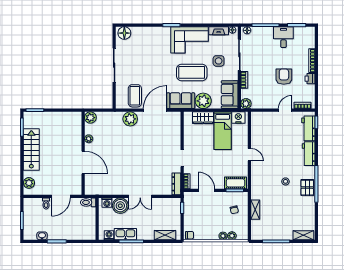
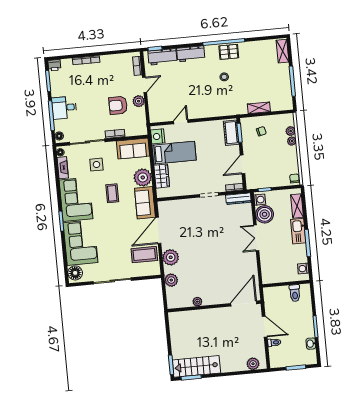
desk: (283, 37) -> (64, 108), moved
corner sofa: (151, 40) -> (81, 243), added
coffee table: (192, 72) -> (112, 193), width x0.54, depth x0.58
armchair: (284, 77) -> (118, 105), moved
printer: (310, 79) -> (54, 65), moved
plant: (246, 104) -> (139, 101), moved
door: (155, 110) -> (158, 230), hinge flipped
door: (285, 110) -> (145, 85), swing flipped
plant: (90, 118) -> (171, 280), moved
stairs: (31, 149) -> (196, 366), moved
door: (249, 155) -> (181, 122), moved
door: (83, 163) -> (244, 304), moved
double door: (140, 196) -> (256, 238), swing flipped
toilet: (88, 202) -> (295, 293), moved
washing machine: (107, 203) -> (260, 200), moved
boiler: (120, 206) -> (265, 214), moved
kitchen sink: (125, 234) -> (298, 231), moved

